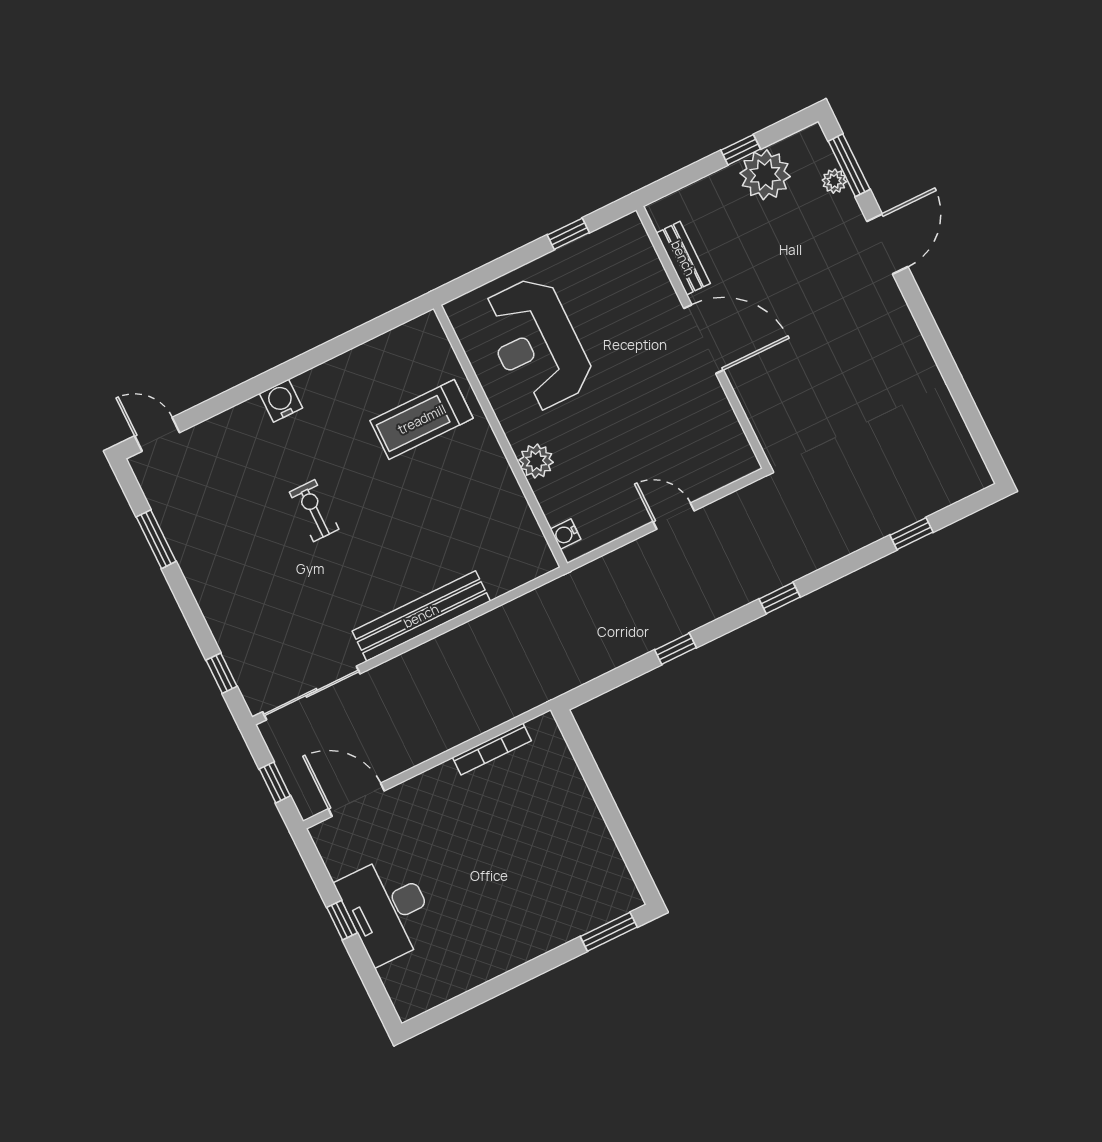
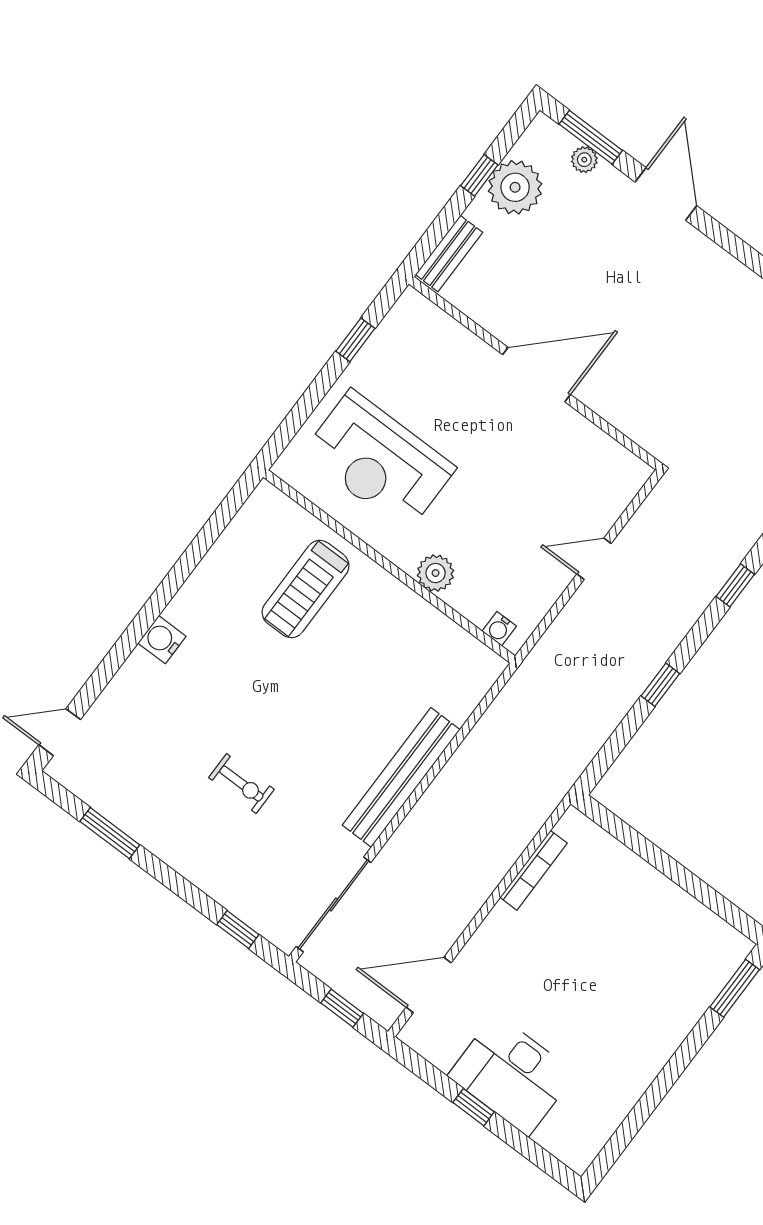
bench: (683, 258) -> (449, 254), moved, turned 90
exercise bike: (314, 511) -> (241, 784), moved, turned 180

